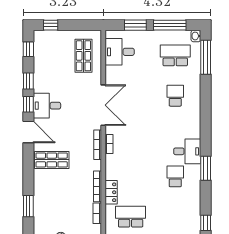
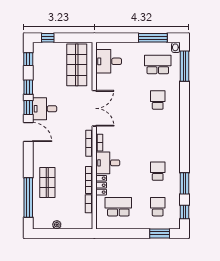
window: (135, 25) -> (123, 38), removed
shop shelf: (83, 56) -> (77, 65), width x1.43, depth x1.36
desk: (187, 151) -> (108, 163), moved, turned 180
shop shelf: (52, 160) -> (47, 183), moved, turned 90
window: (206, 168) -> (184, 183), moved
window: (28, 206) -> (28, 197), width x2.11
school desk: (175, 217) -> (158, 207), added

